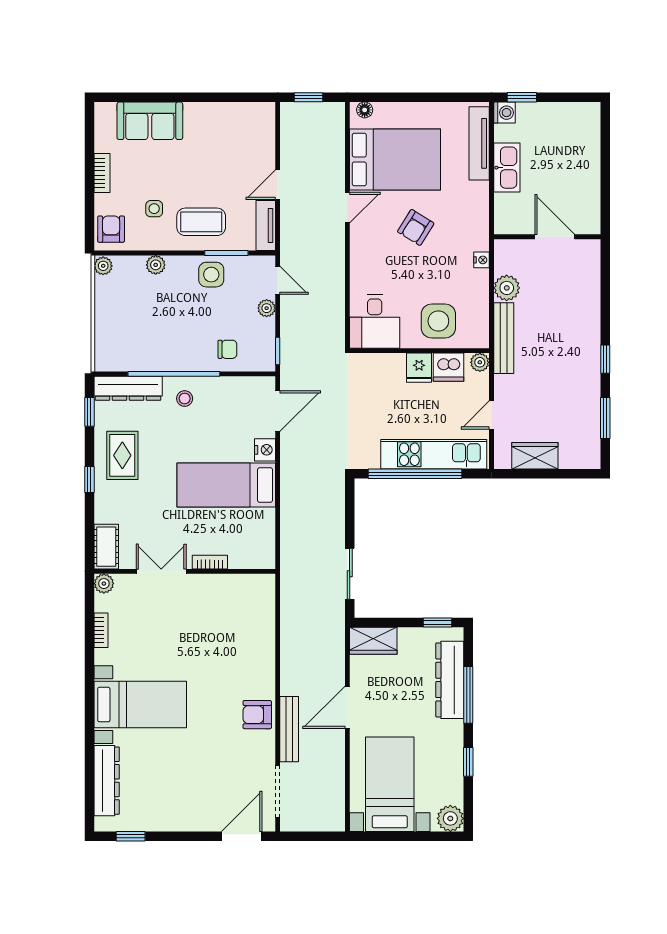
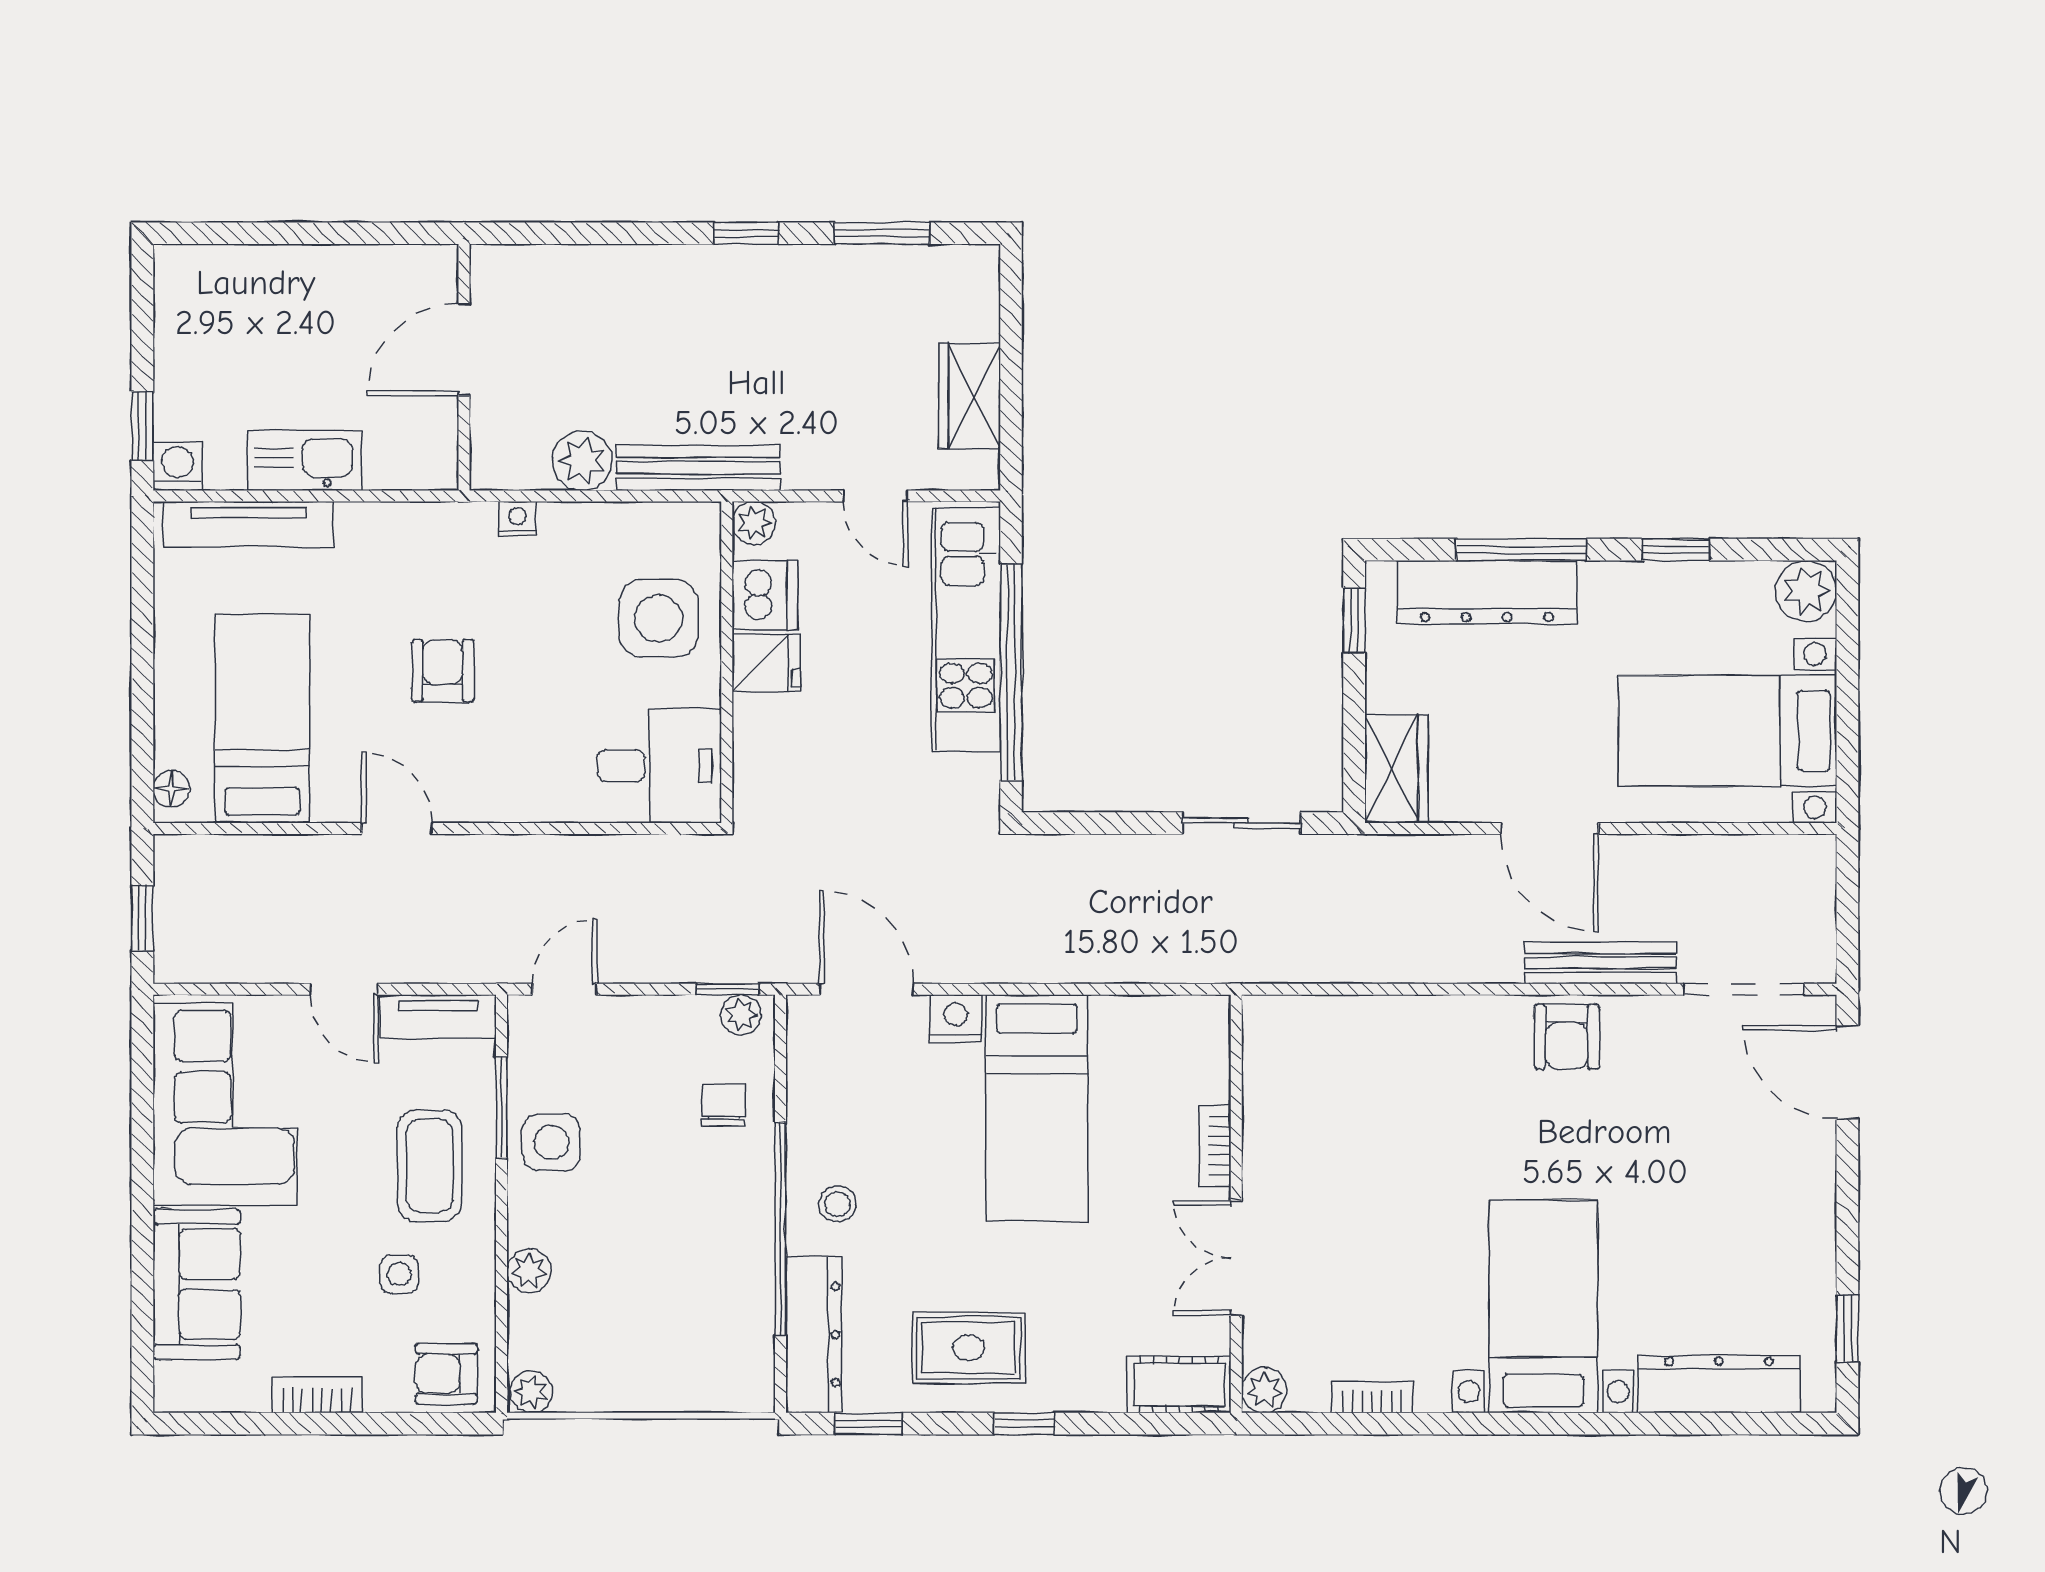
corner sofa: (228, 133) -> (225, 1104), added
bed: (395, 159) -> (262, 718), width x0.67
armchair: (416, 227) -> (443, 671), turned -122
plant: (267, 308) -> (741, 1015), moved

